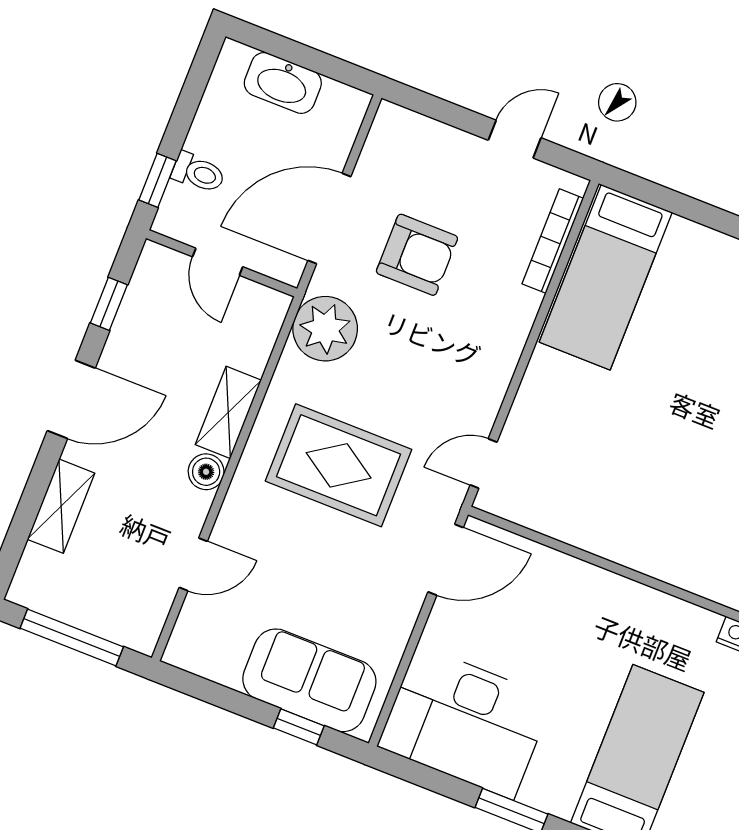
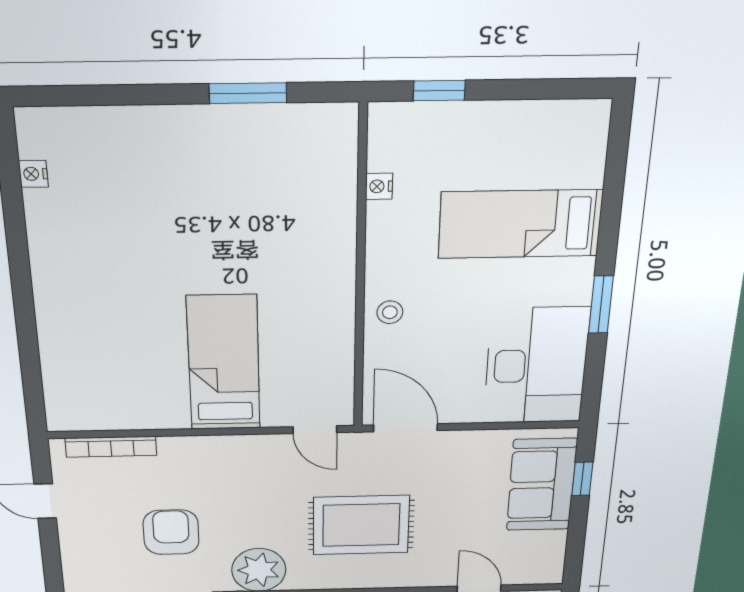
bed: (606, 277) -> (224, 363), moved, turned -90
rug: (339, 465) -> (361, 525), turned 90
stool: (592, 594) -> (390, 312), added

